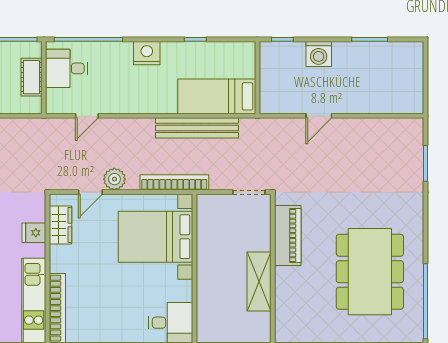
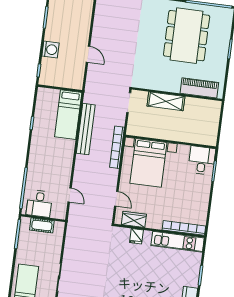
nightstand: (147, 53) -> (36, 154), removed
plant: (114, 179) -> (110, 183), removed
piano: (288, 236) -> (199, 88), moved
dining table: (370, 272) -> (187, 36), turned 90
shelving: (259, 281) -> (166, 101), moved

